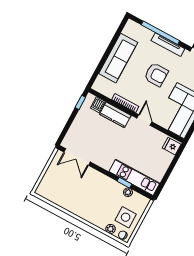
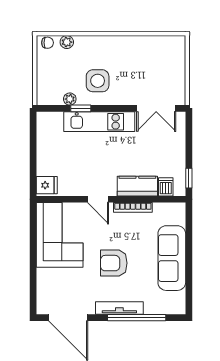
double door: (77, 157) -> (156, 108), swing flipped
kitchen unit: (134, 177) -> (99, 122), moved
side table: (126, 217) -> (98, 81), moved

